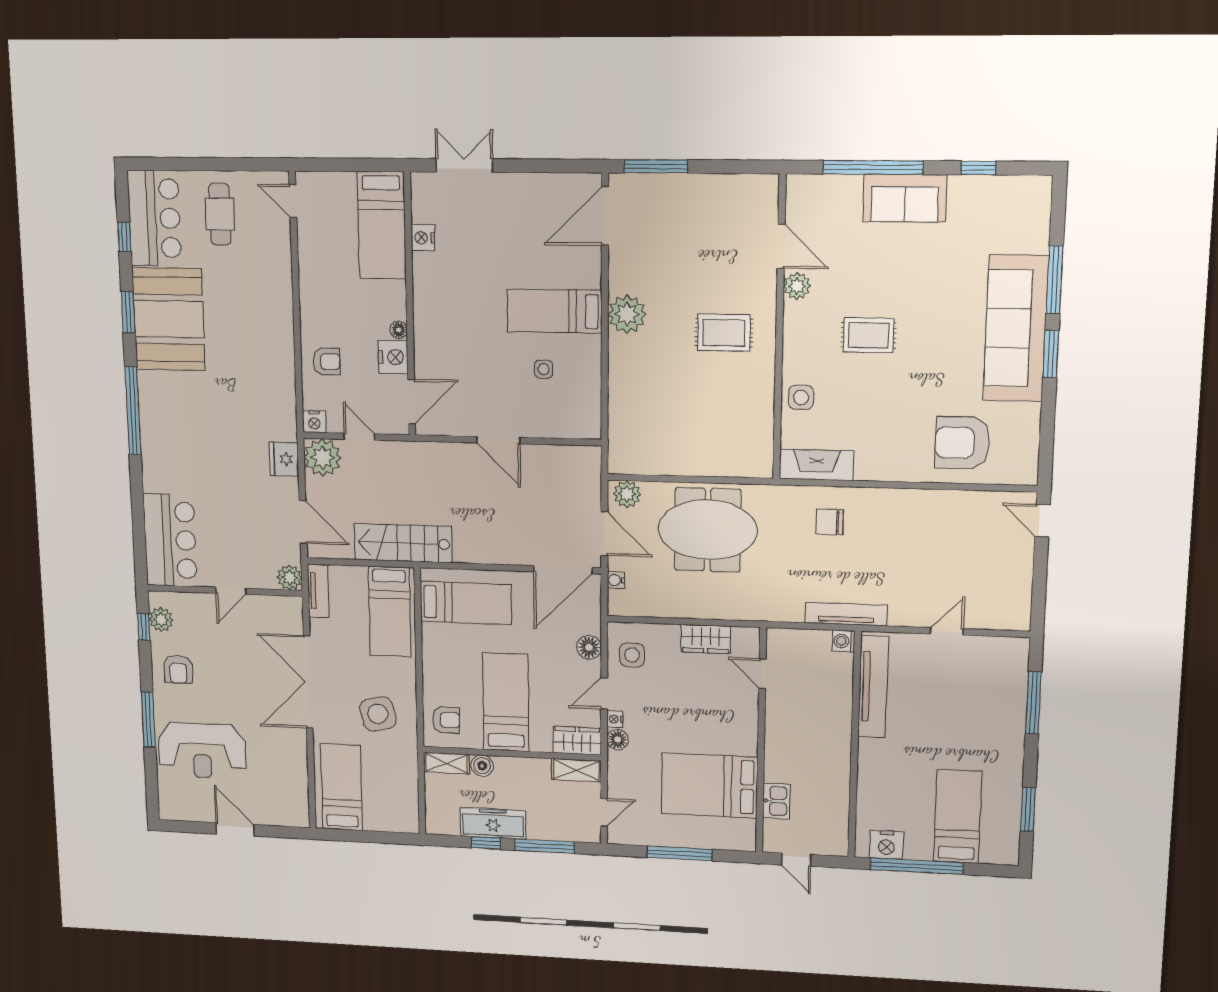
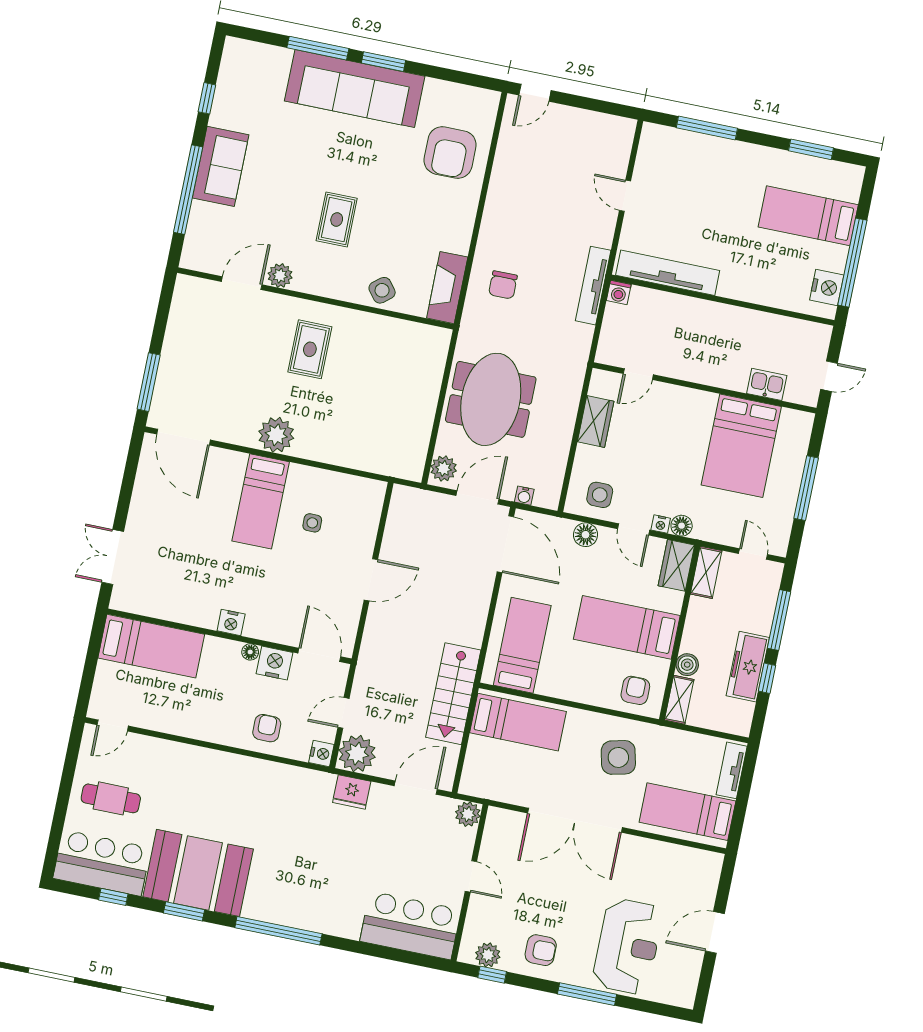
nightstand: (423, 238) -> (231, 622), moved
side table: (801, 397) -> (382, 290), turned -38
tv unit: (318, 591) -> (732, 770), moved, turned -90

